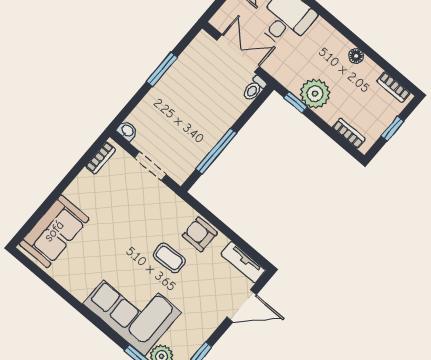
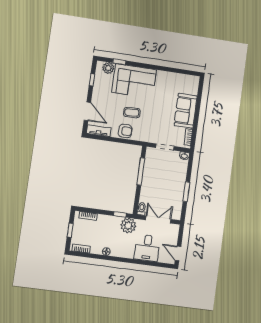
double door: (238, 53) -> (158, 220), swing flipped
plant: (315, 94) -> (128, 226), moved
sofa: (54, 231) -> (186, 111), moved
door: (242, 306) -> (87, 111), swing flipped

